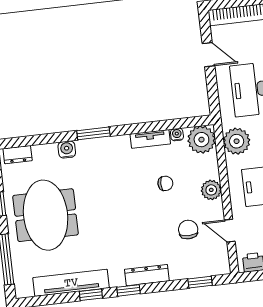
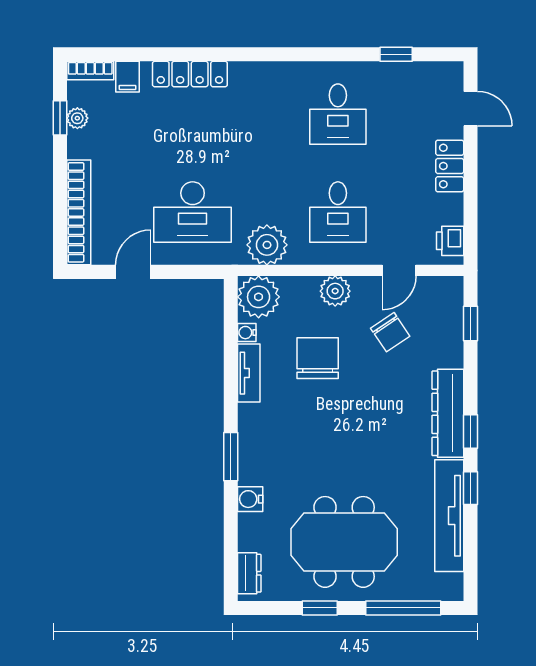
chair: (165, 183) -> (318, 358), width x1.87, depth x1.87
chair: (188, 230) -> (390, 332), turned -124
dresser: (147, 275) -> (448, 413), width x1.37, depth x1.24

